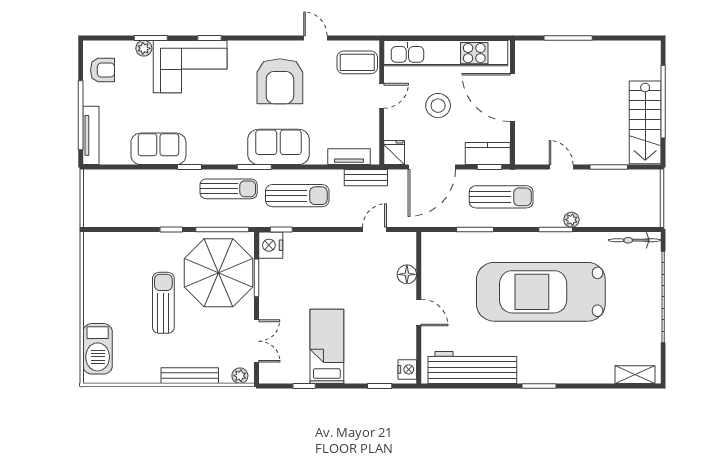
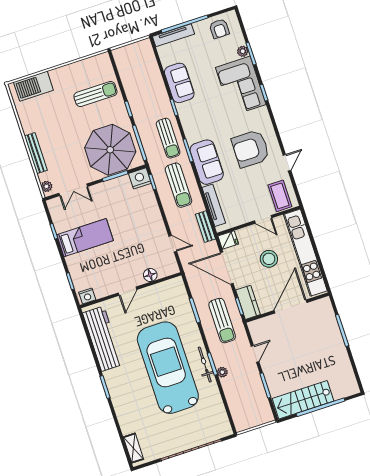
tv unit: (349, 157) -> (214, 205), width x1.41
bicycle: (634, 240) -> (205, 365), moved
sun lounger: (163, 303) -> (95, 94), moved

